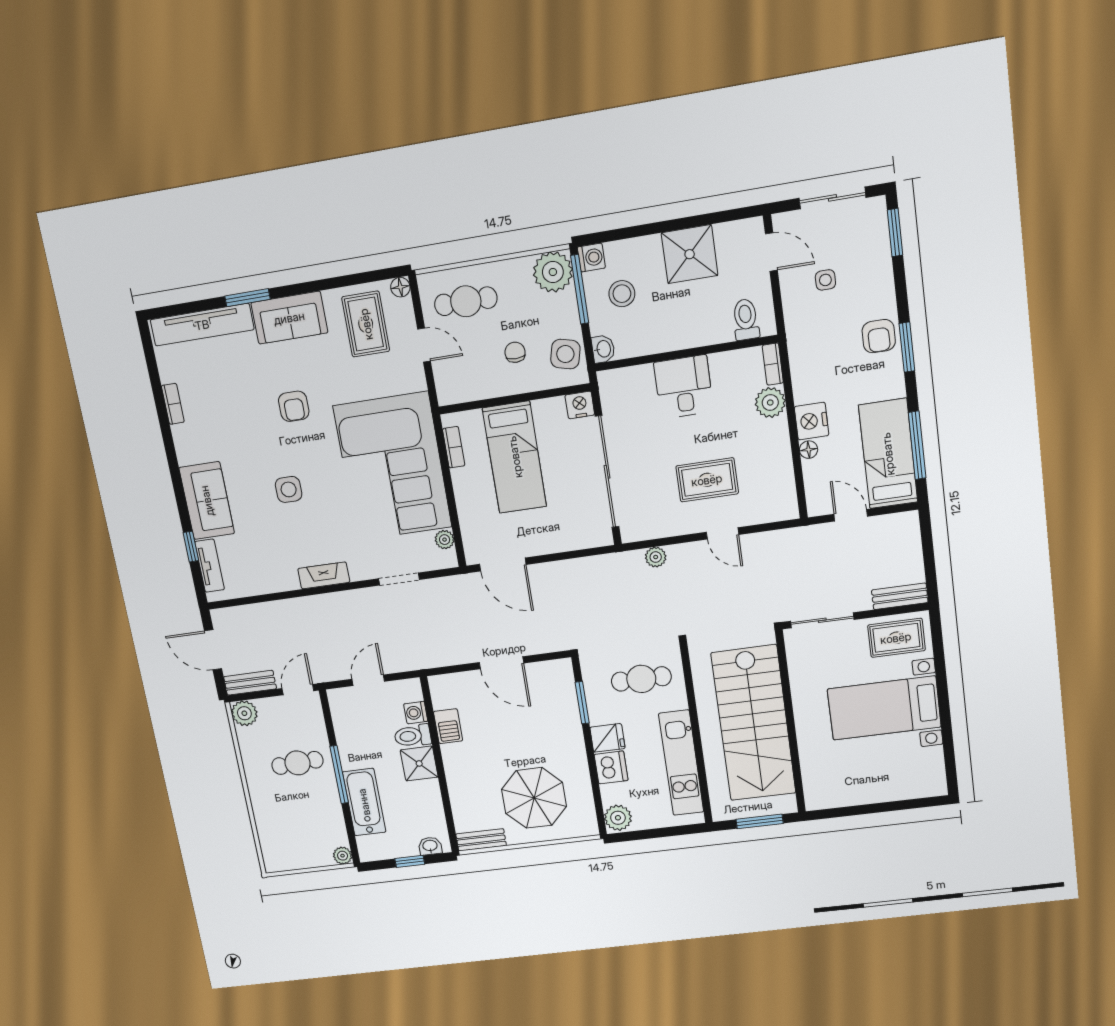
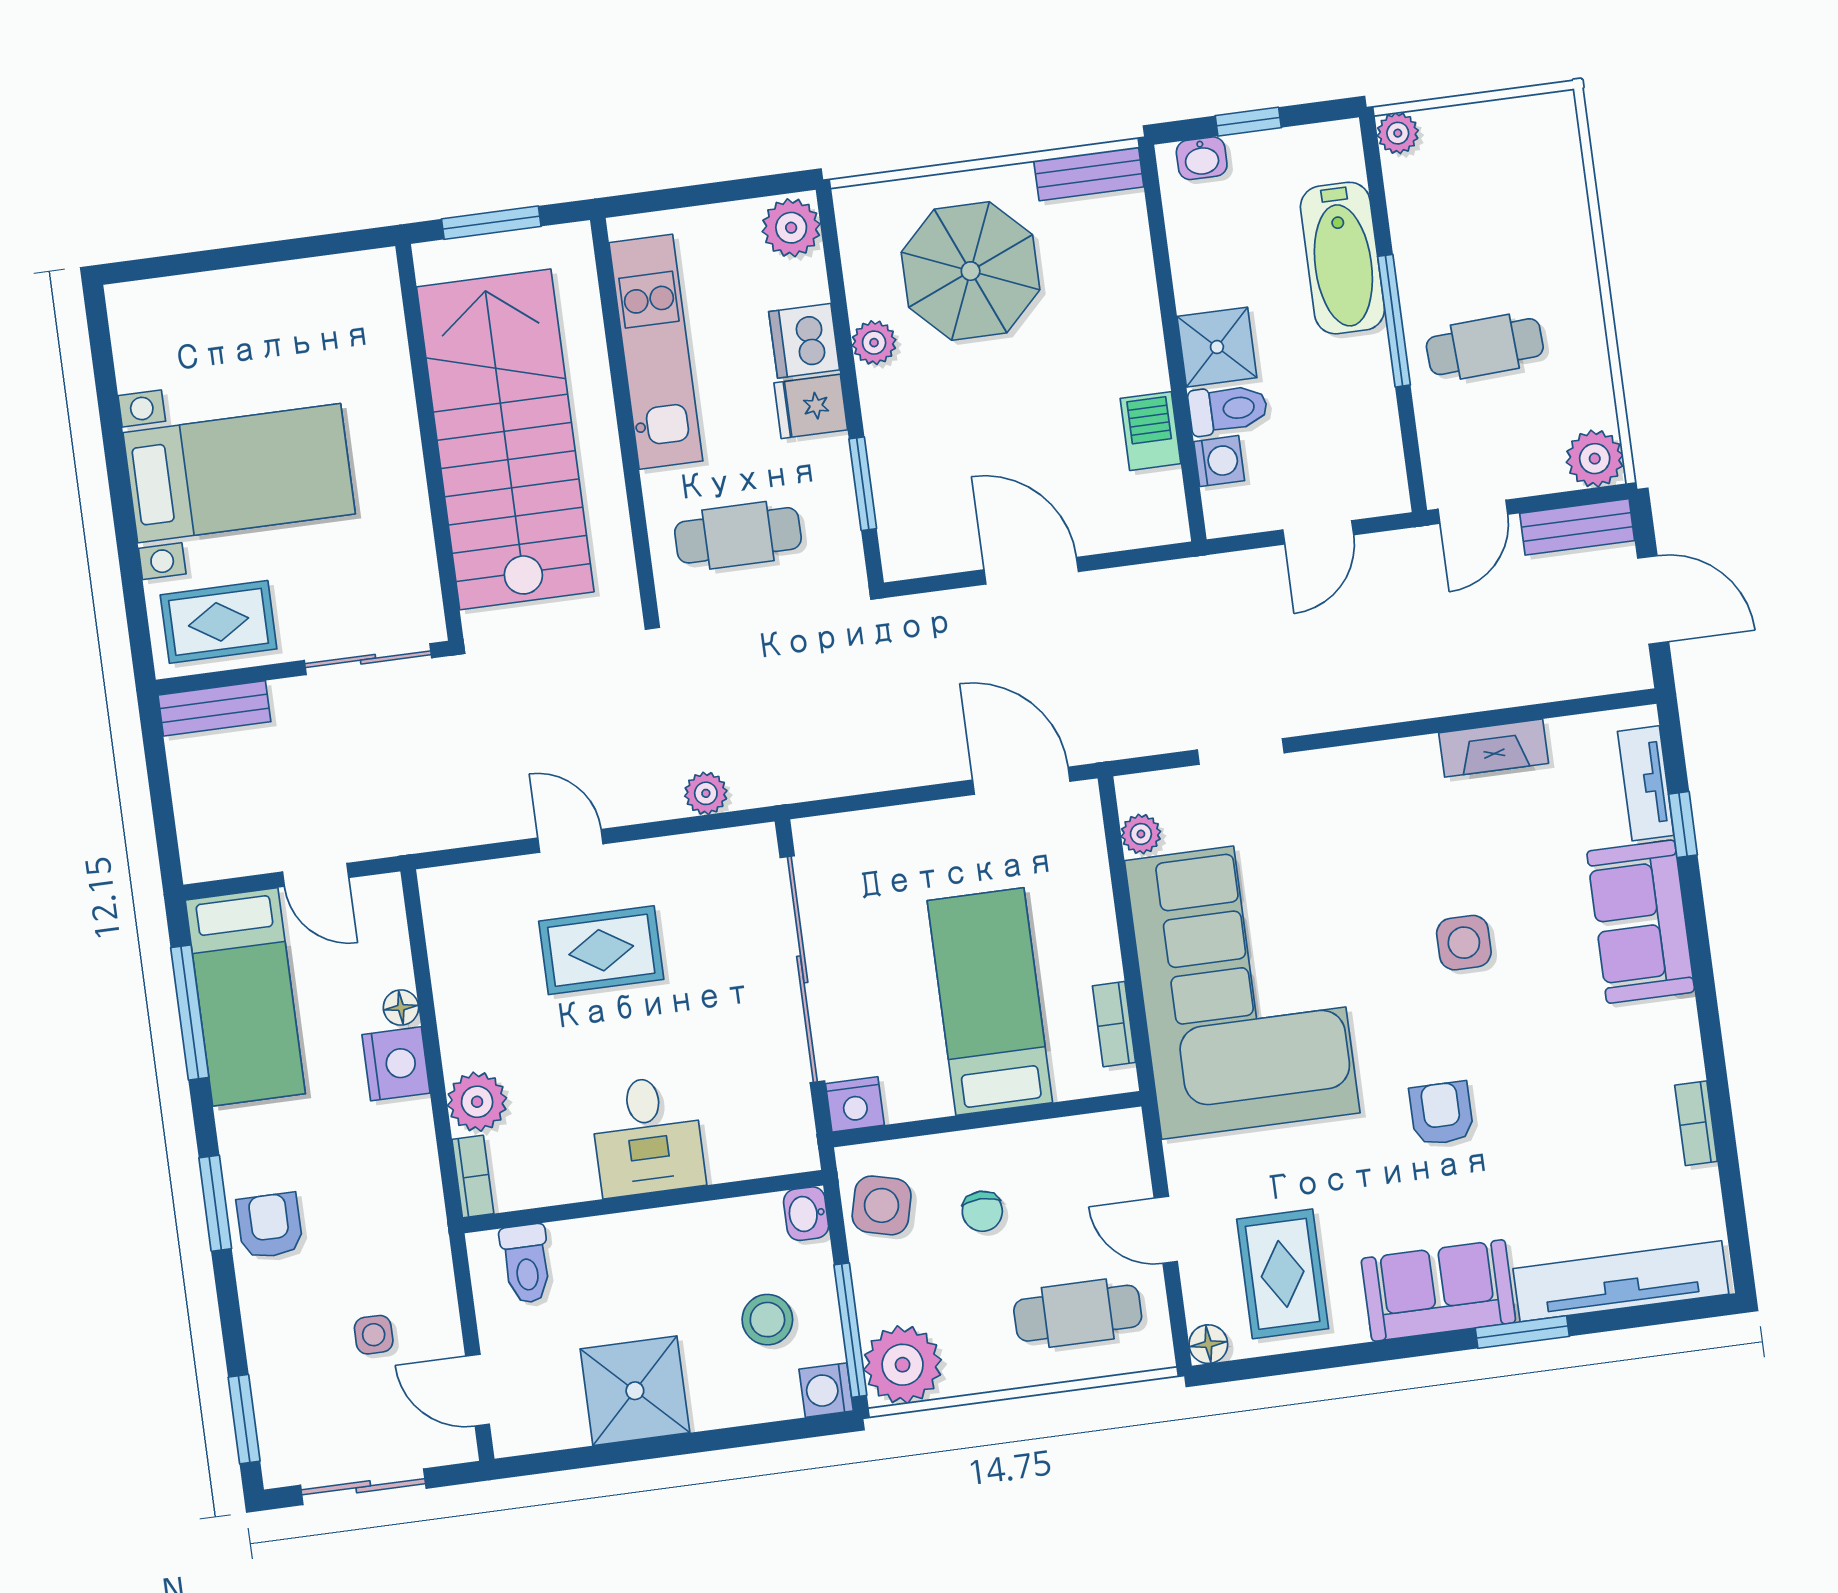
fireplace: (324, 575) -> (1494, 748), moved
plant: (578, 766) -> (874, 343), added

